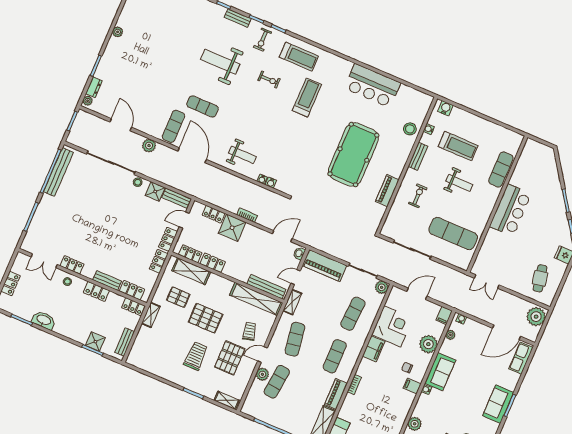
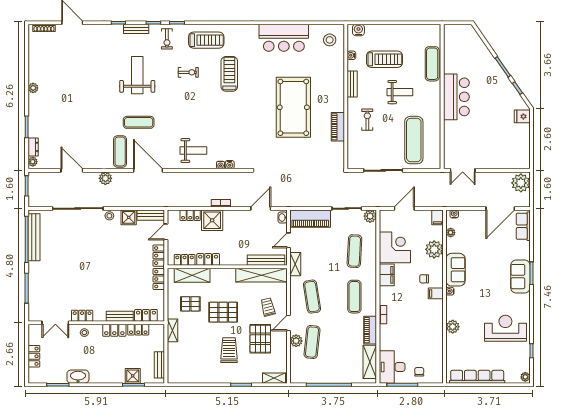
weight bench: (220, 62) -> (137, 75), turned 90
stool: (410, 129) -> (330, 40), moved
exercise mat: (453, 234) -> (414, 140), turned 90
cafe table: (540, 278) -> (510, 147), removed
locker: (133, 307) -> (138, 330), moved

